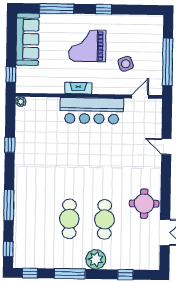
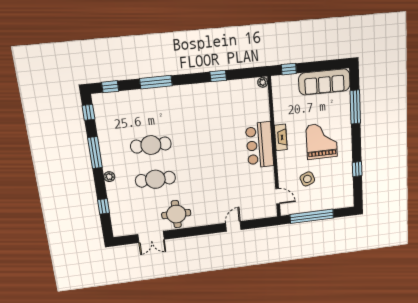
window: (104, 9) -> (357, 169), moved
bar counter: (92, 111) -> (260, 145), width x0.73
plant: (96, 259) -> (109, 177), width x0.53, depth x0.53

